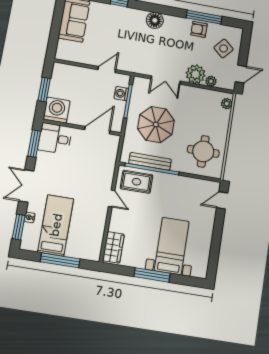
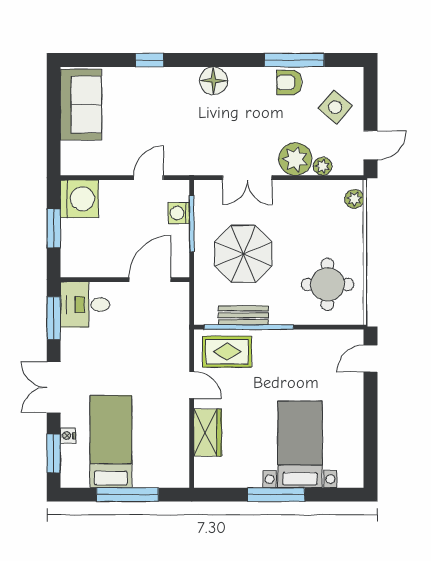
washing machine: (57, 110) -> (79, 199), moved, turned 90
bench: (150, 161) -> (243, 315), width x0.73
wardrobe: (113, 247) -> (208, 433), moved

